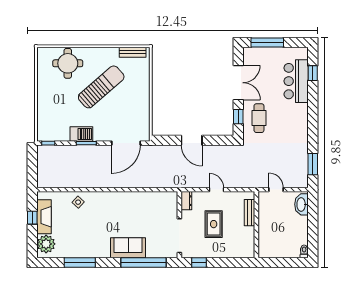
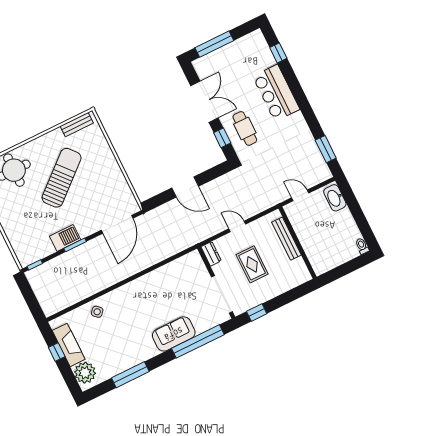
bar counter: (296, 81) -> (276, 93), moved
bench: (249, 213) -> (287, 239), width x1.36

